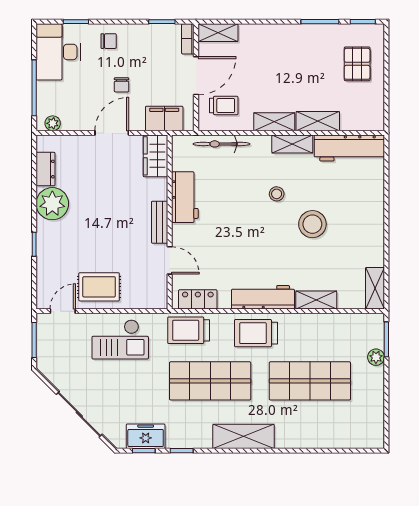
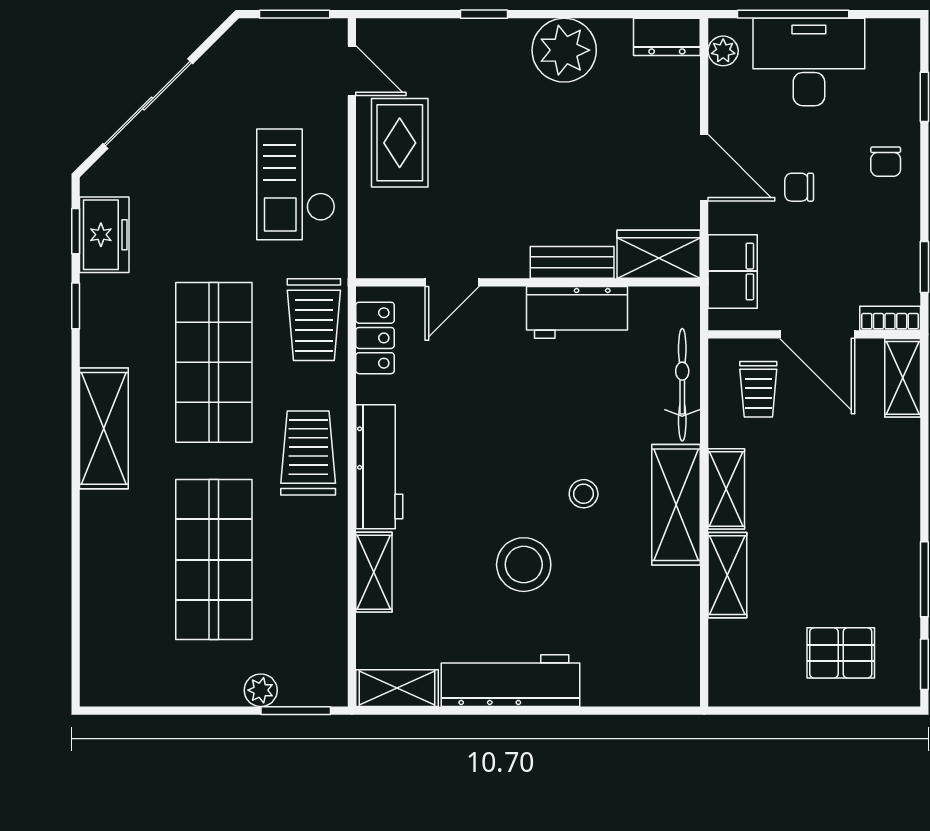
desk: (58, 52) -> (809, 62), moved
shelving: (292, 144) -> (676, 505), width x1.50, depth x1.33
workbench: (349, 148) -> (511, 681), moved, turned 90
dresser: (46, 169) -> (667, 37), moved
bench: (160, 222) -> (572, 262), moved
trolley: (189, 330) -> (314, 320), turned 180

